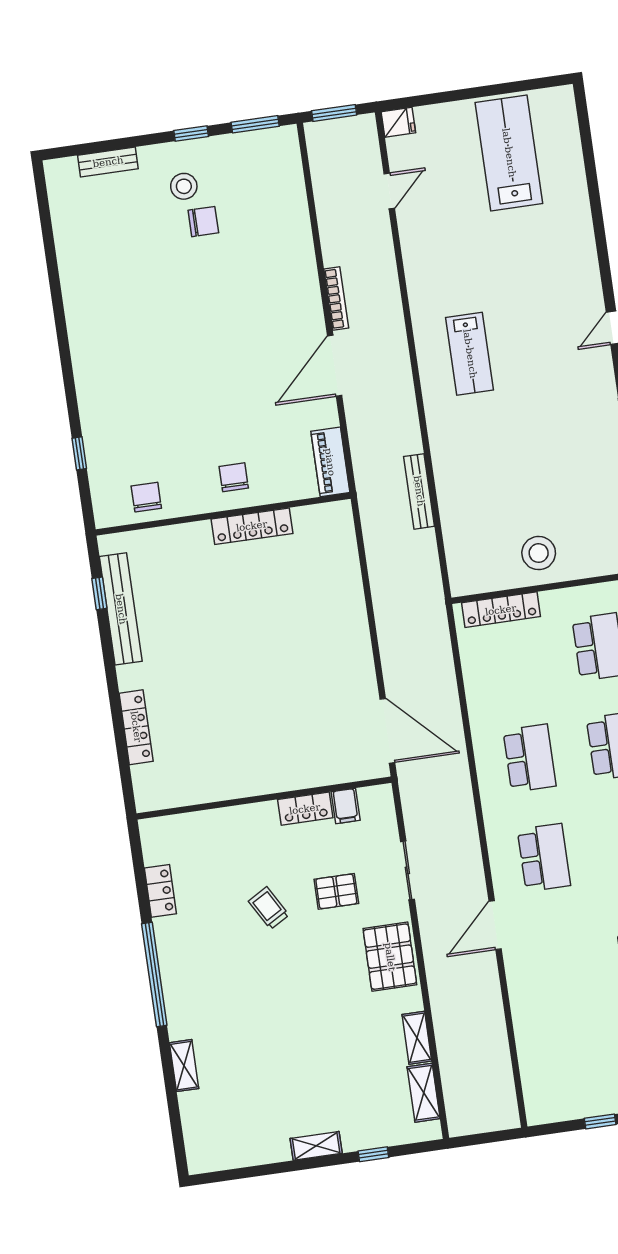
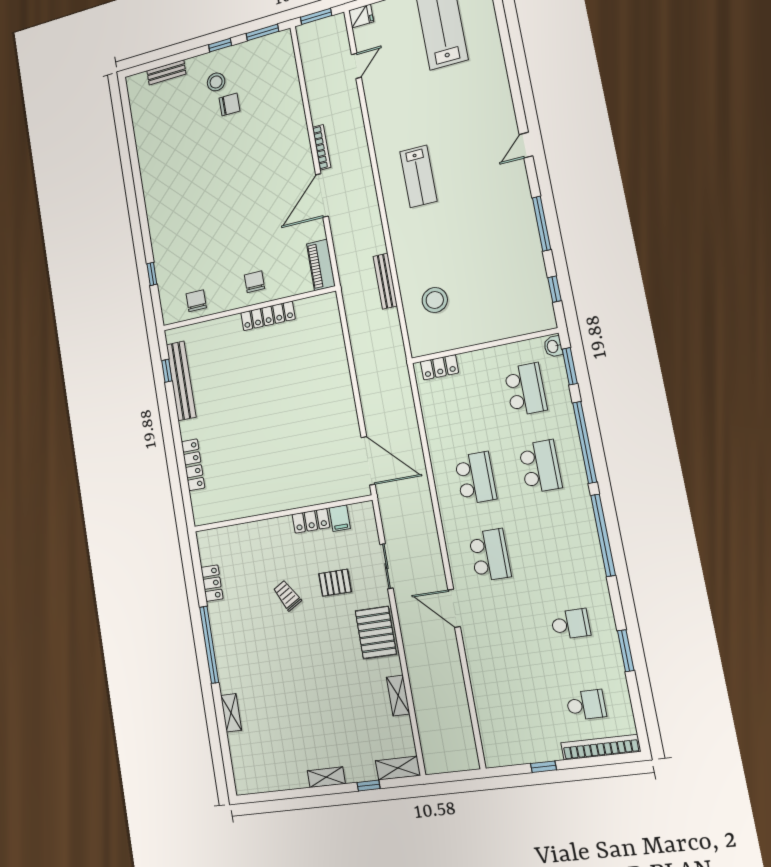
stool: (539, 553) -> (435, 300), moved
locker: (501, 610) -> (439, 367), width x0.66
door: (495, 925) -> (454, 608), hinge flipped
shelving: (424, 1093) -> (398, 768), moved, turned 90

